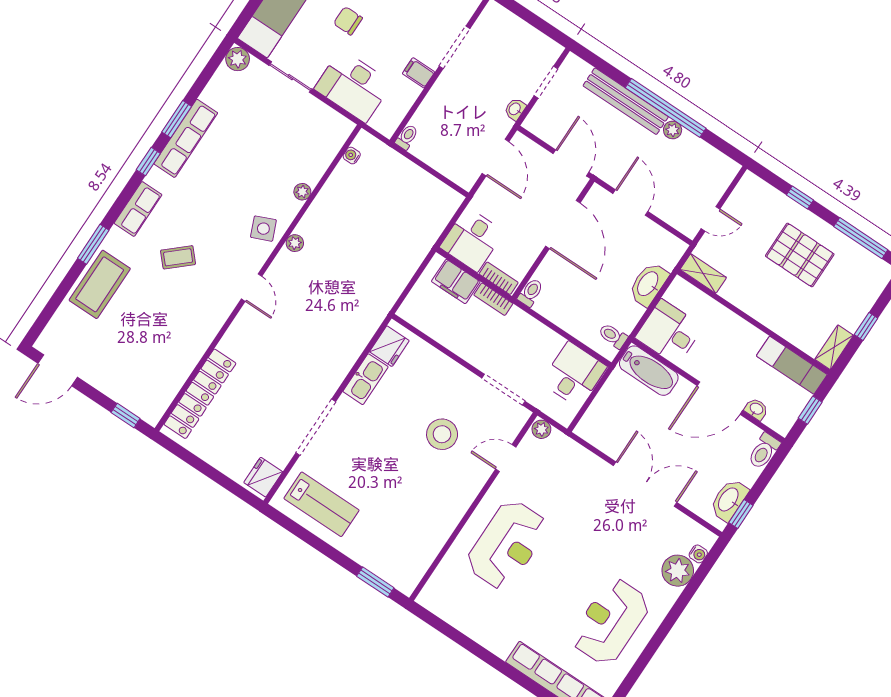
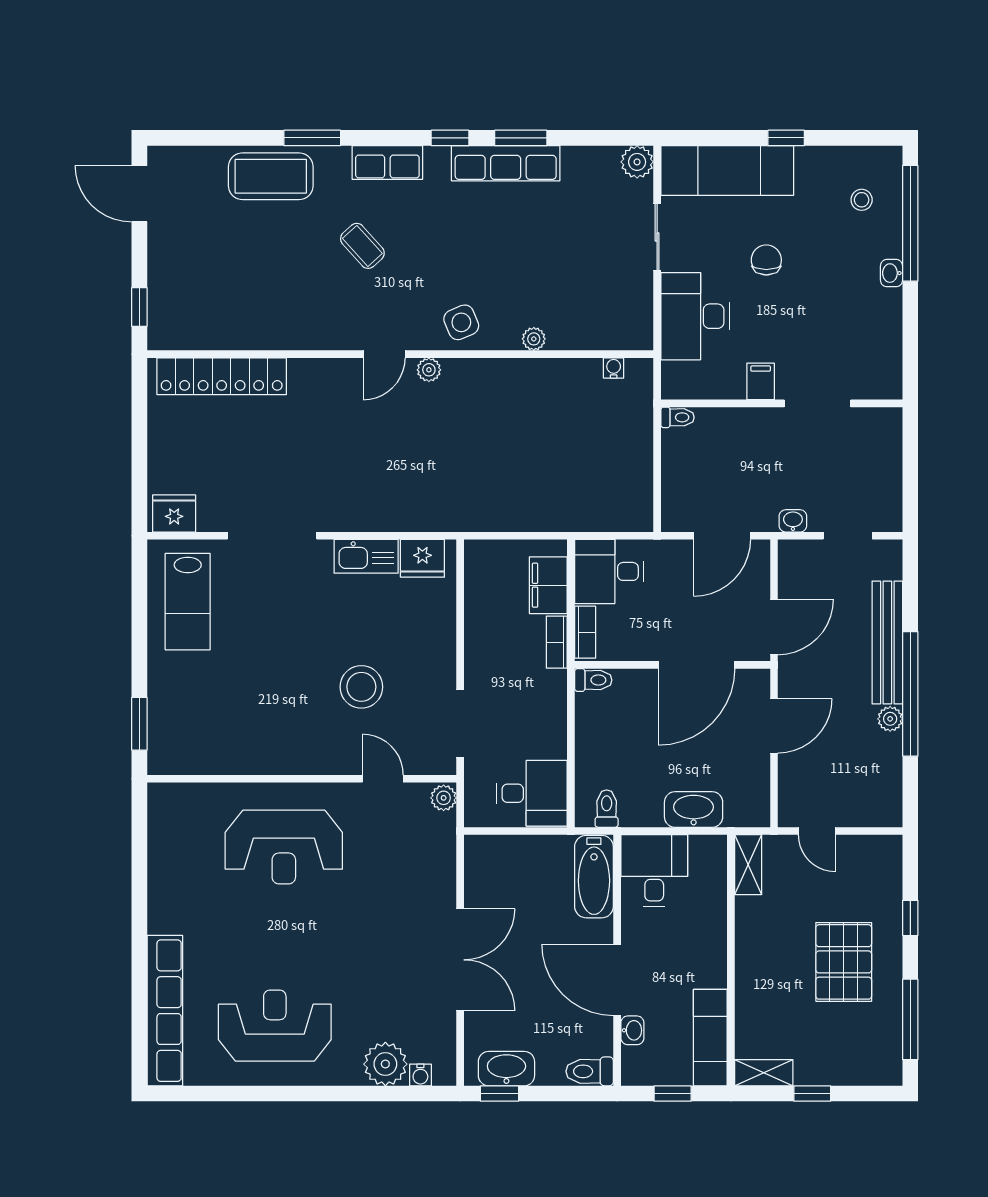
plant: (295, 243) -> (429, 370), moved

